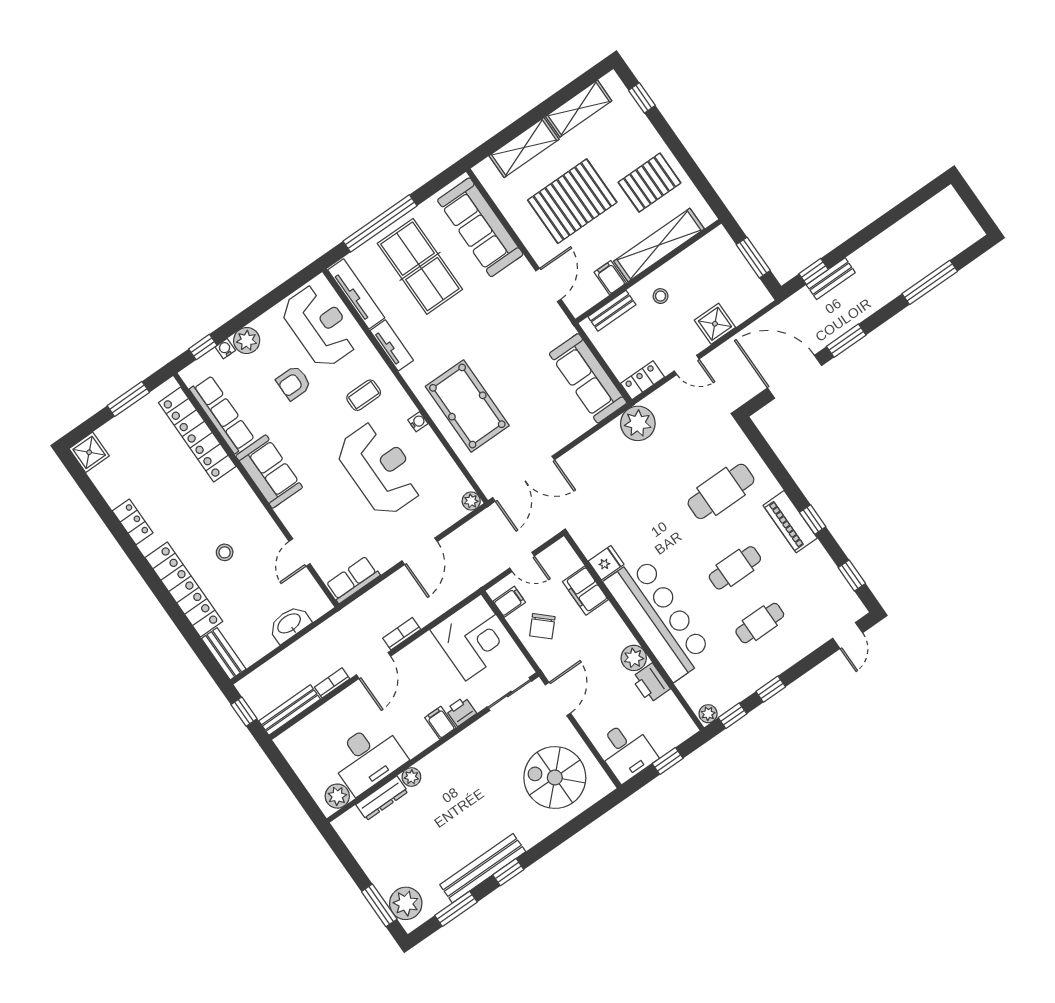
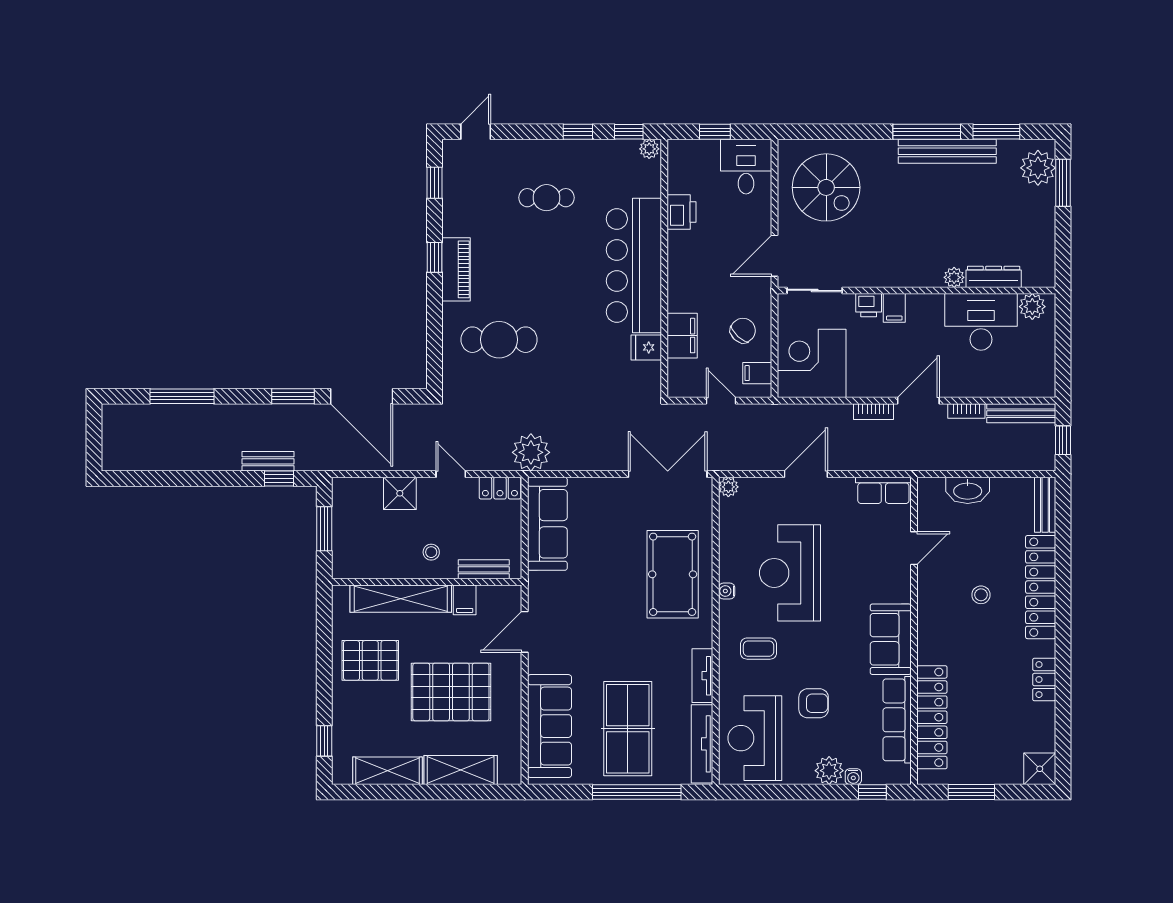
cafe table: (735, 568) -> (534, 263), removed
plant: (634, 658) -> (681, 245), removed
window: (508, 872) -> (927, 132), width x2.17

